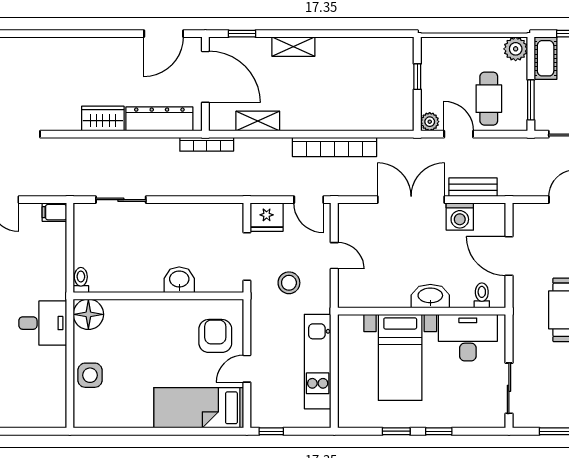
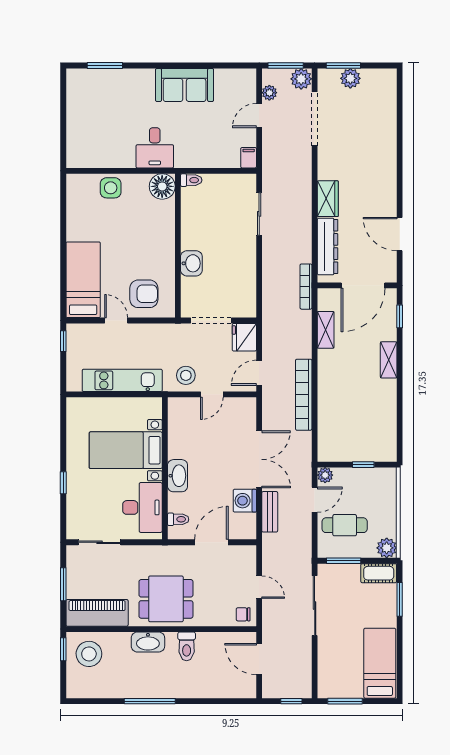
door: (164, 34) -> (400, 234), moved
stool: (289, 283) -> (186, 375), moved
window: (396, 431) -> (63, 447), removed

